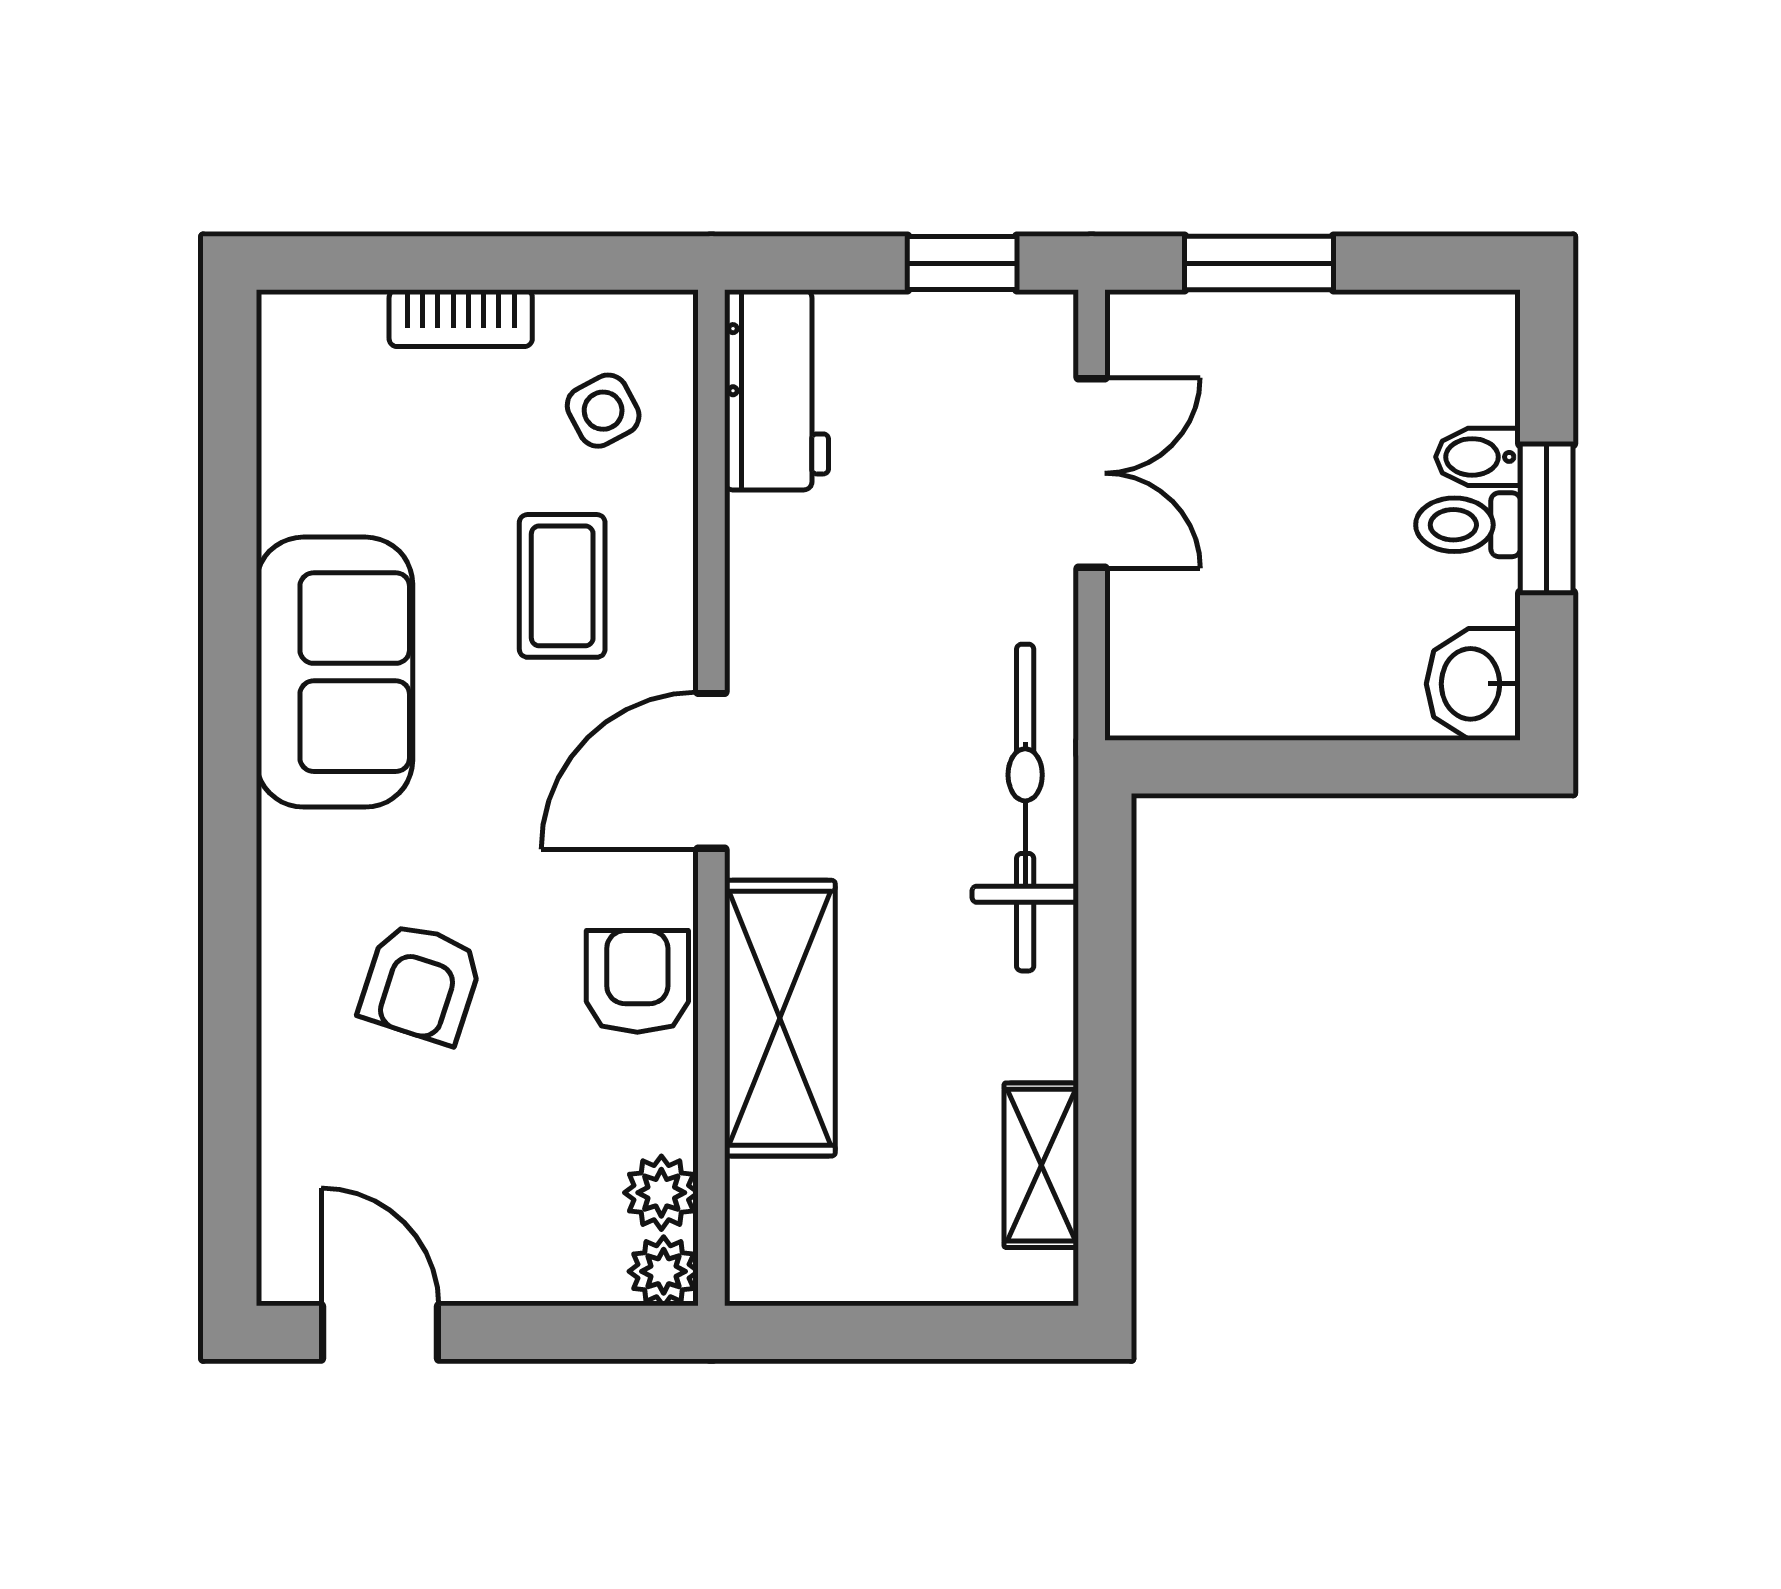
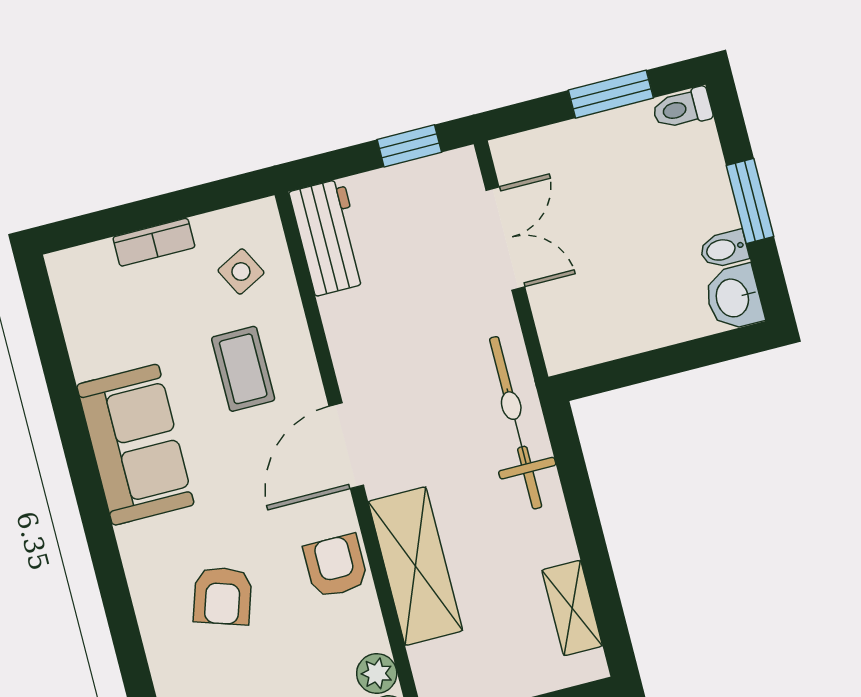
window: (1259, 263) -> (611, 94), moved
bidet: (1478, 457) -> (724, 249), moved
toilet: (1468, 525) -> (682, 108), moved

